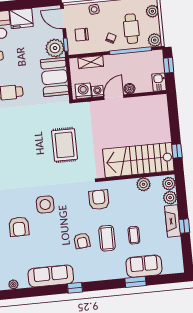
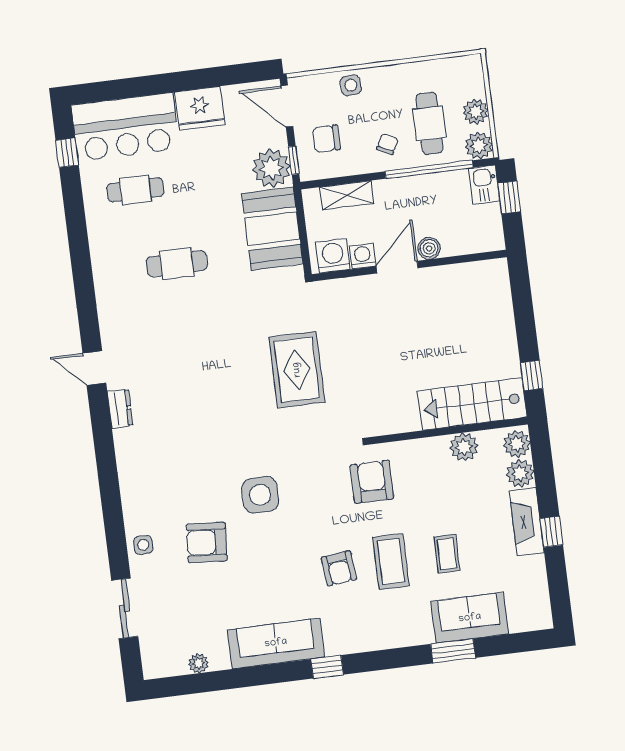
plant: (152, 11) -> (476, 112), moved
kitchen sink: (159, 82) -> (484, 185), moved
stairs: (138, 160) -> (472, 404), width x0.73, depth x0.66
armchair: (19, 227) -> (207, 542), turned 94

